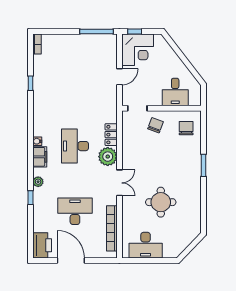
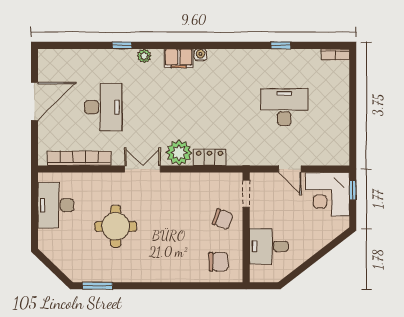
window: (97, 32) -> (353, 137), removed
desk: (75, 146) -> (284, 107), moved
window: (203, 165) -> (97, 286), moved
double door: (119, 183) -> (143, 169), swing flipped
printer: (42, 245) -> (56, 62), removed

